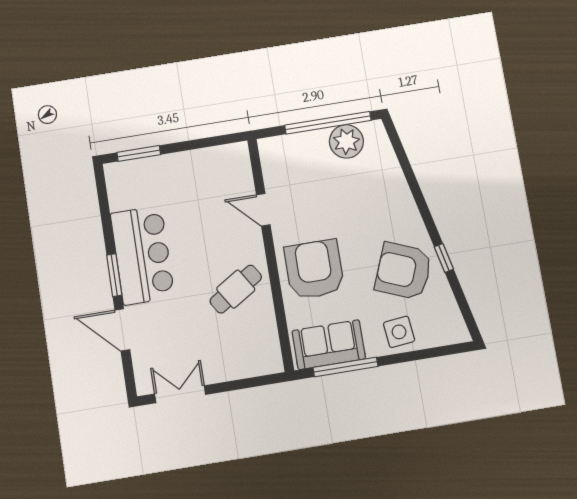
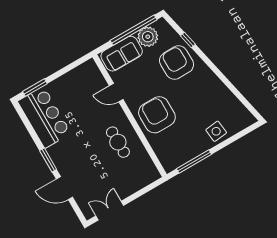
bar counter: (142, 255) -> (44, 117), moved
window: (444, 258) -> (188, 40), moved
armchair: (403, 271) -> (177, 63), moved, turned 67
cafe table: (236, 289) -> (118, 142), turned -58
sofa: (329, 345) -> (122, 54), moved, turned 180

